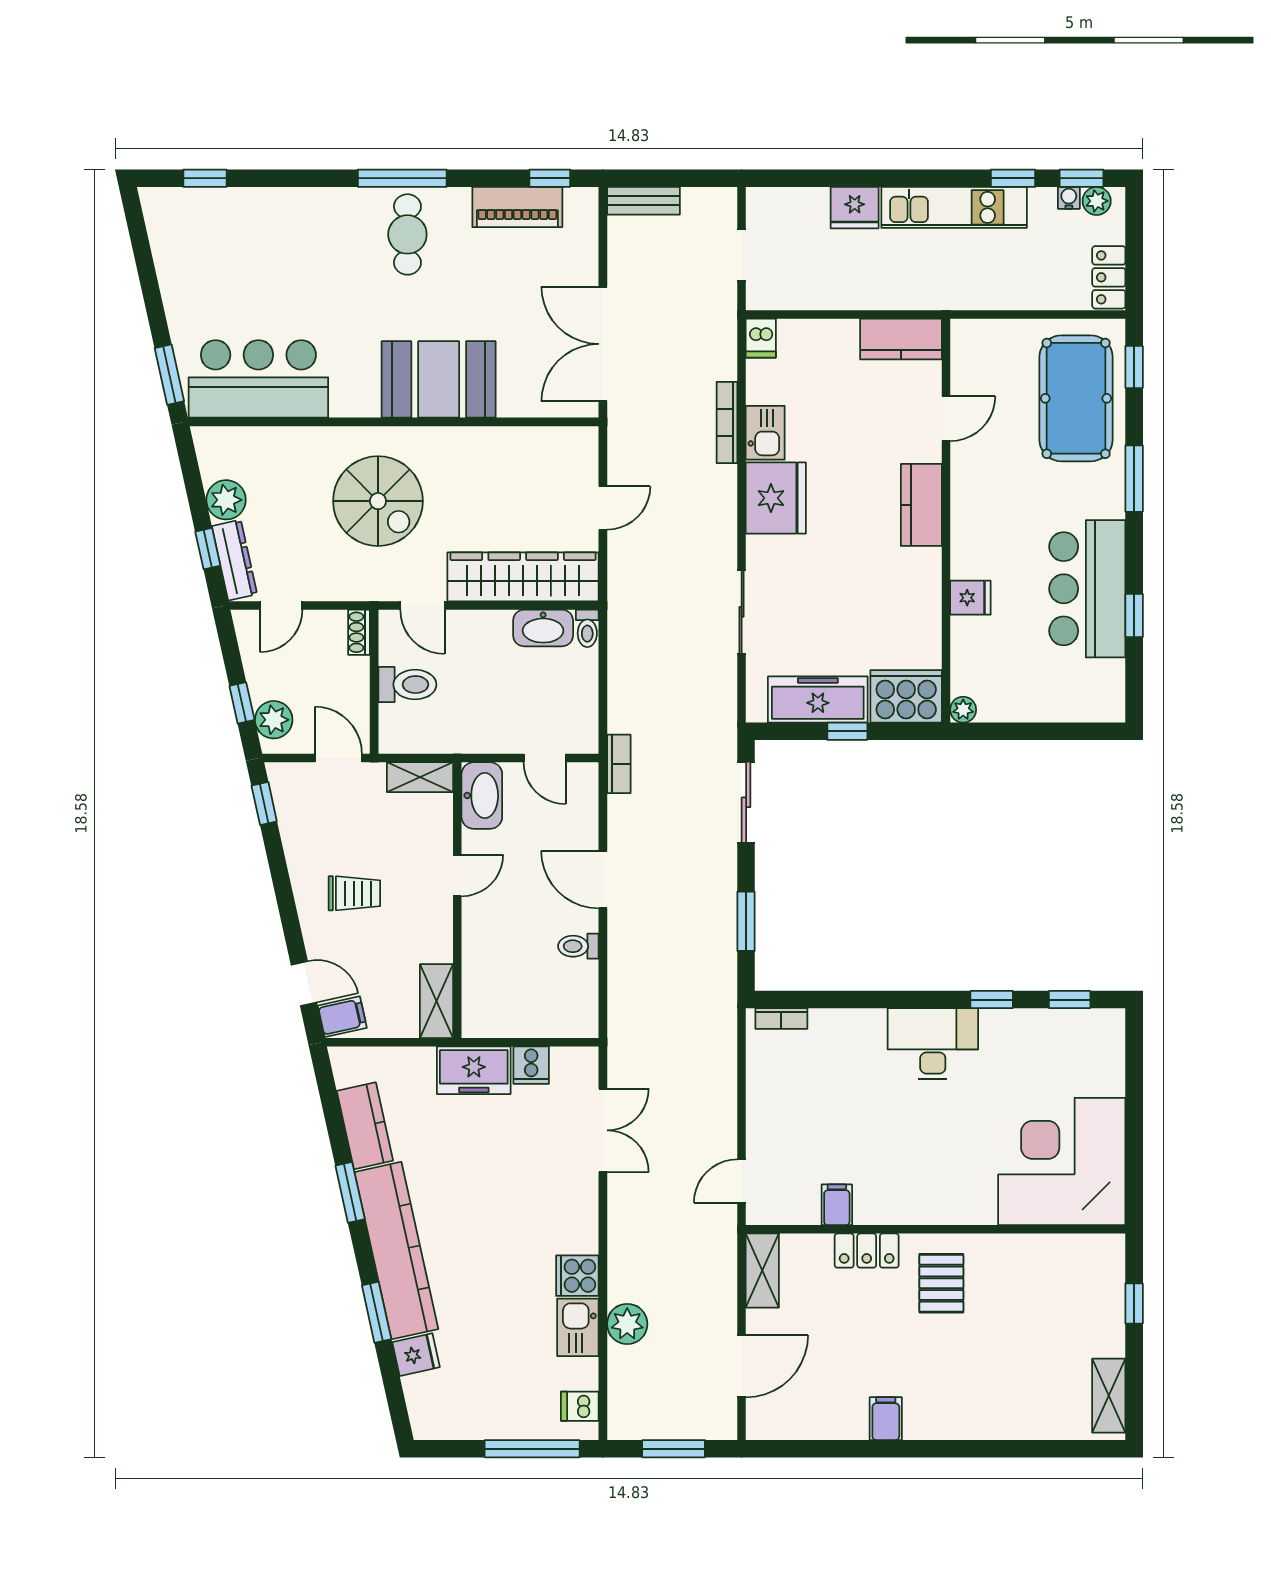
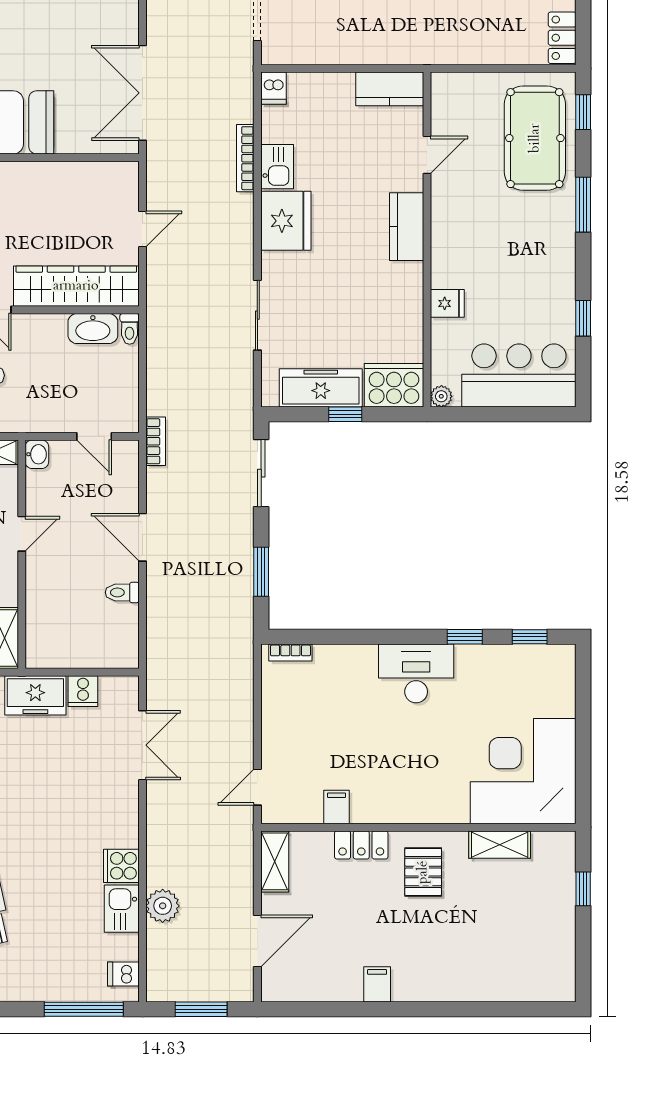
bar counter: (1087, 589) -> (519, 375), moved, turned 90
washbasin: (482, 796) -> (37, 454), width x0.52, depth x0.69
shelving: (1109, 1396) -> (500, 845), moved, turned 90

